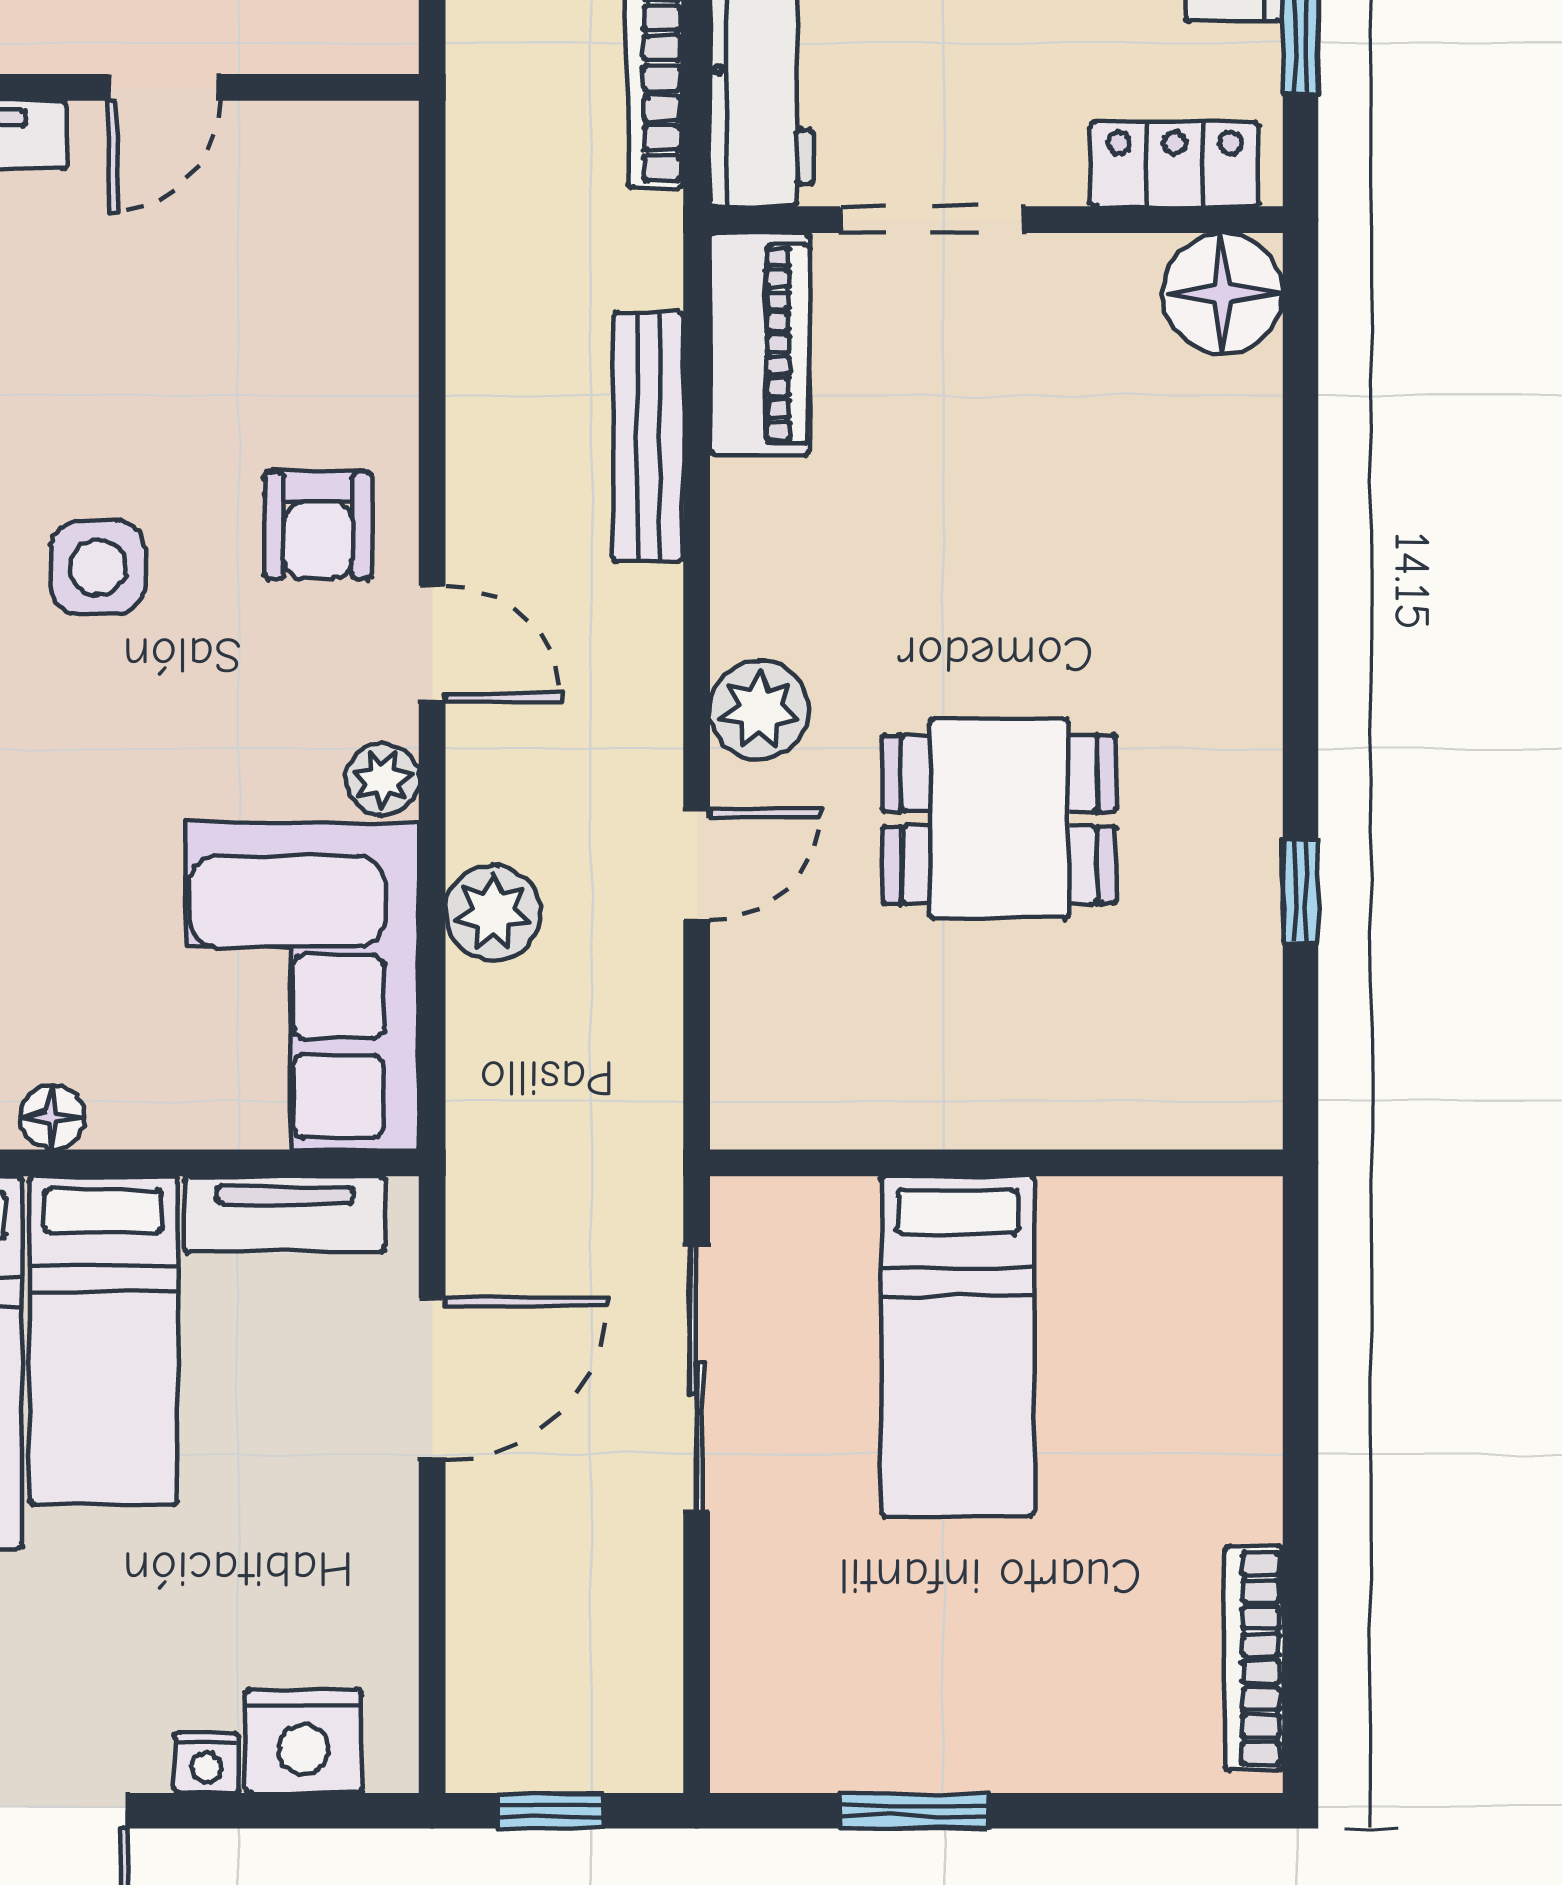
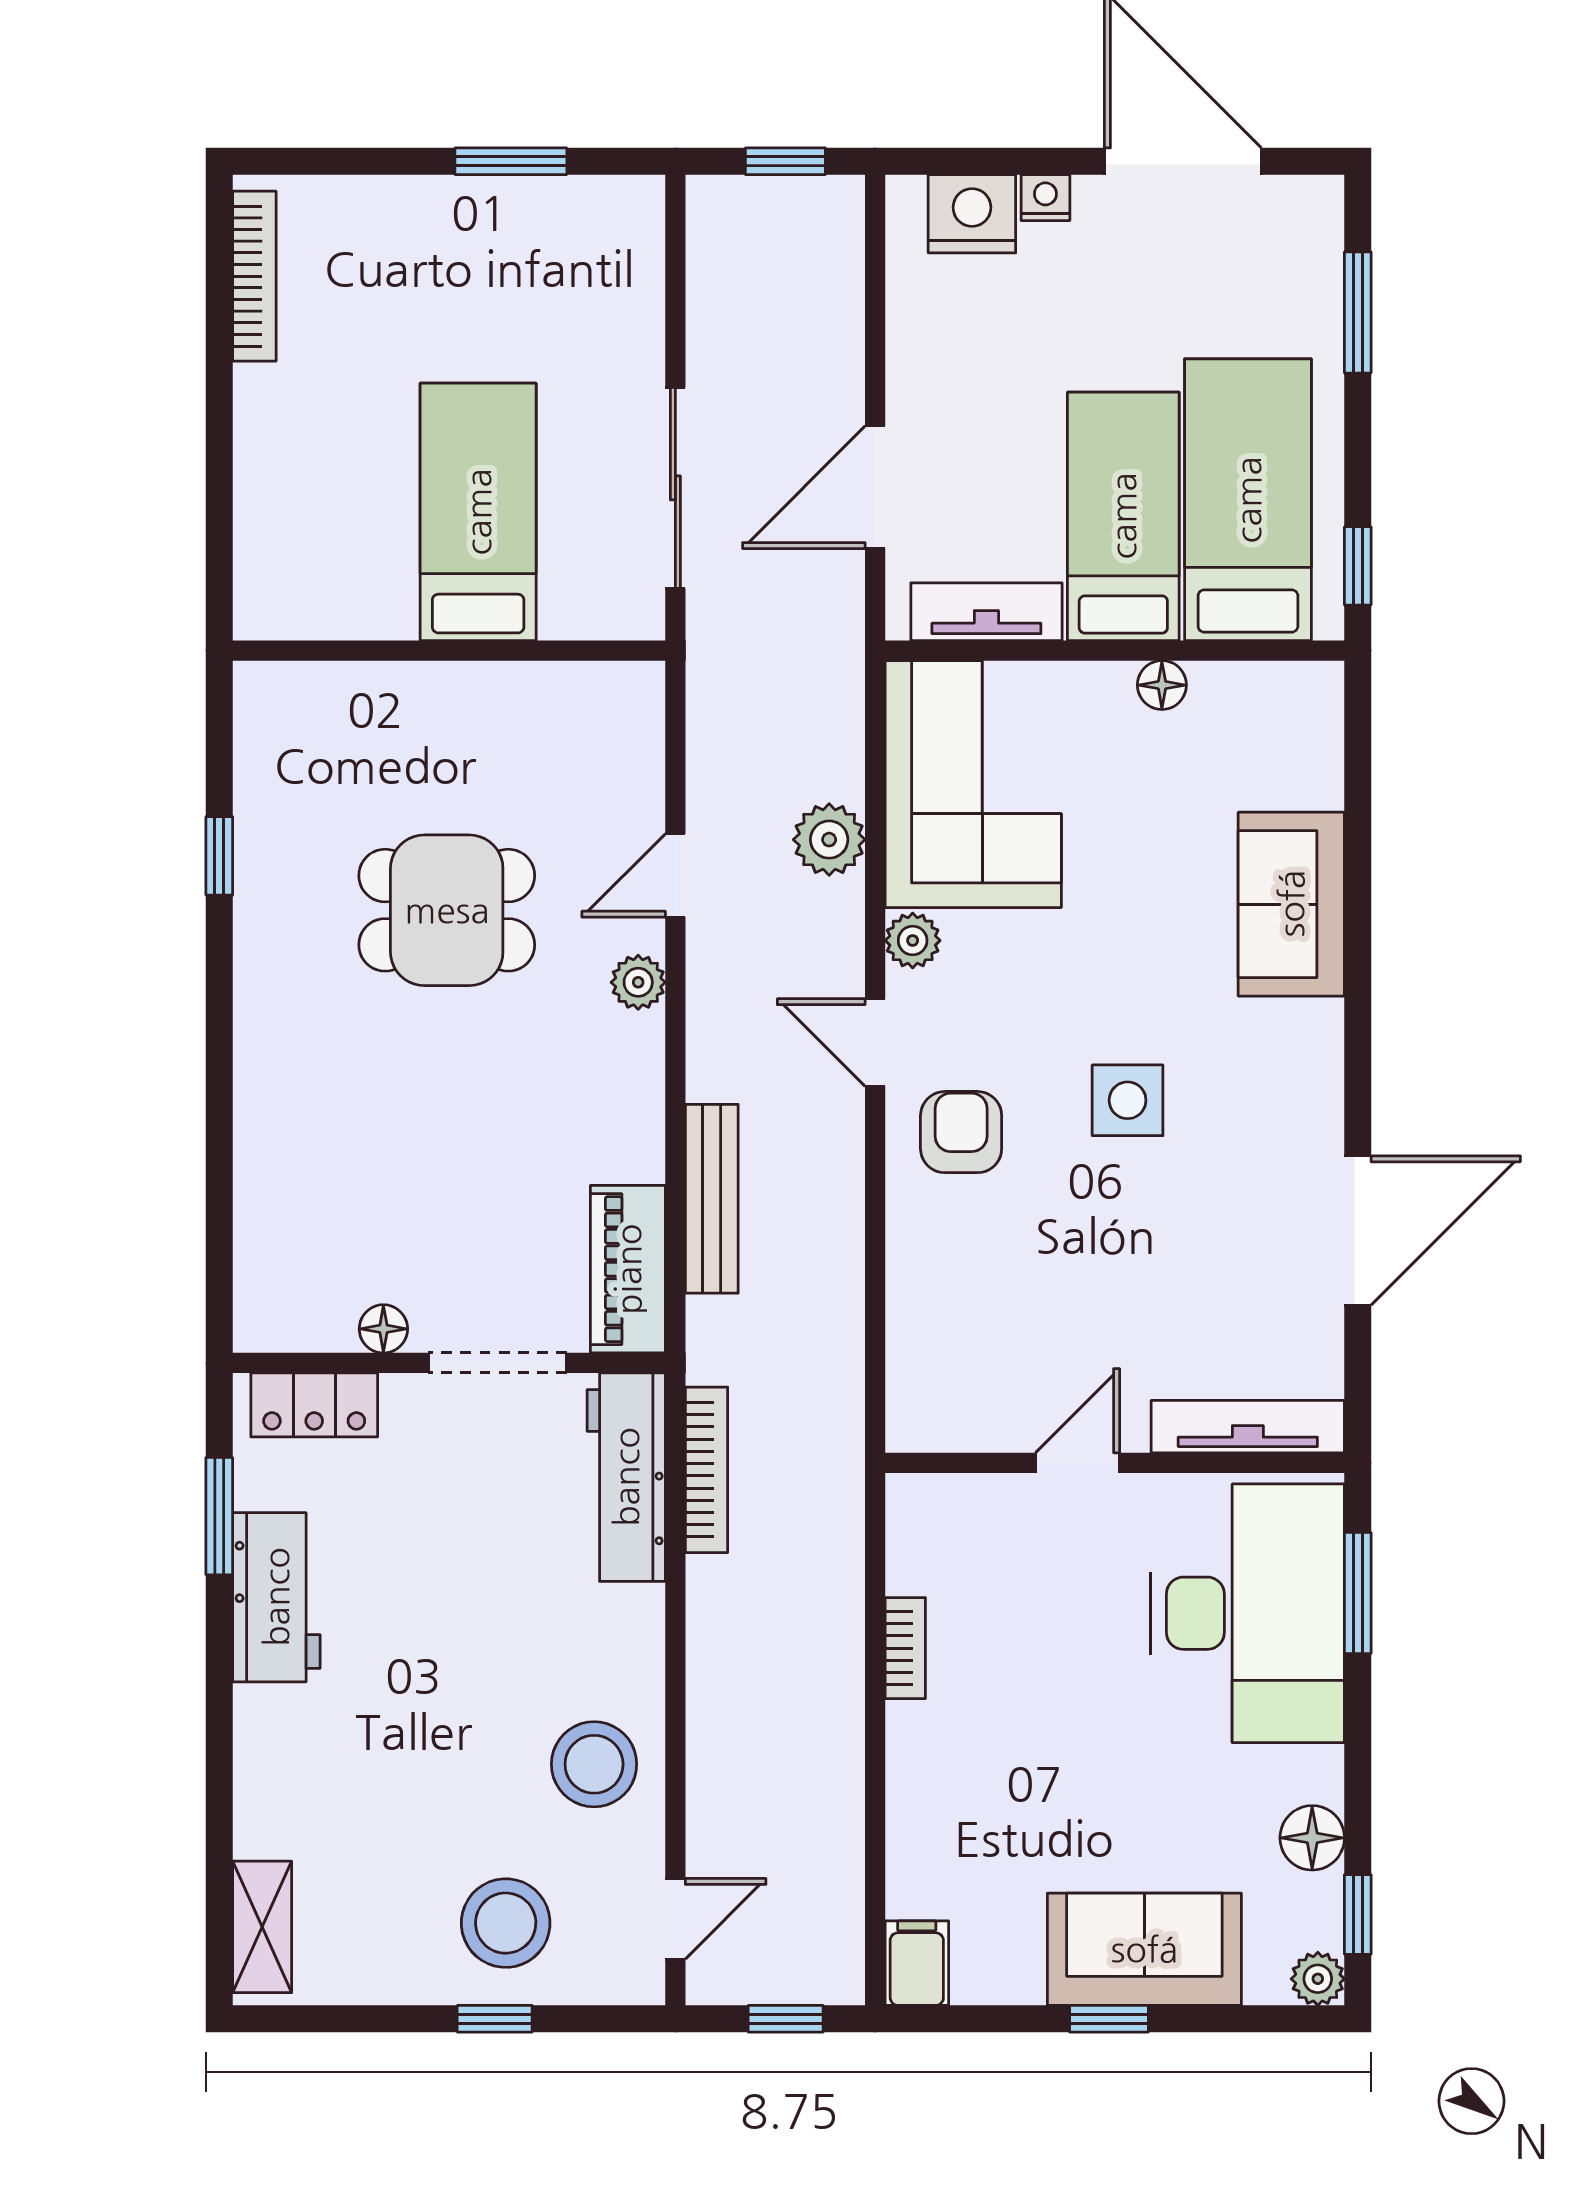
floor lamp: (1222, 293) -> (383, 1329), moved, width x0.53, depth x0.53
plant: (759, 710) -> (638, 982), width x0.73, depth x0.73

